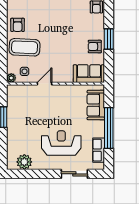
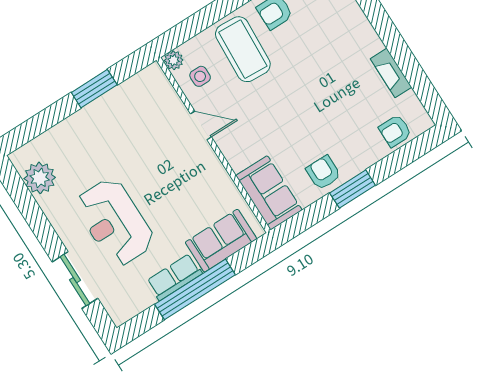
reception desk: (61, 143) -> (115, 222), turned 180
row of seats: (99, 150) -> (174, 277), moved

